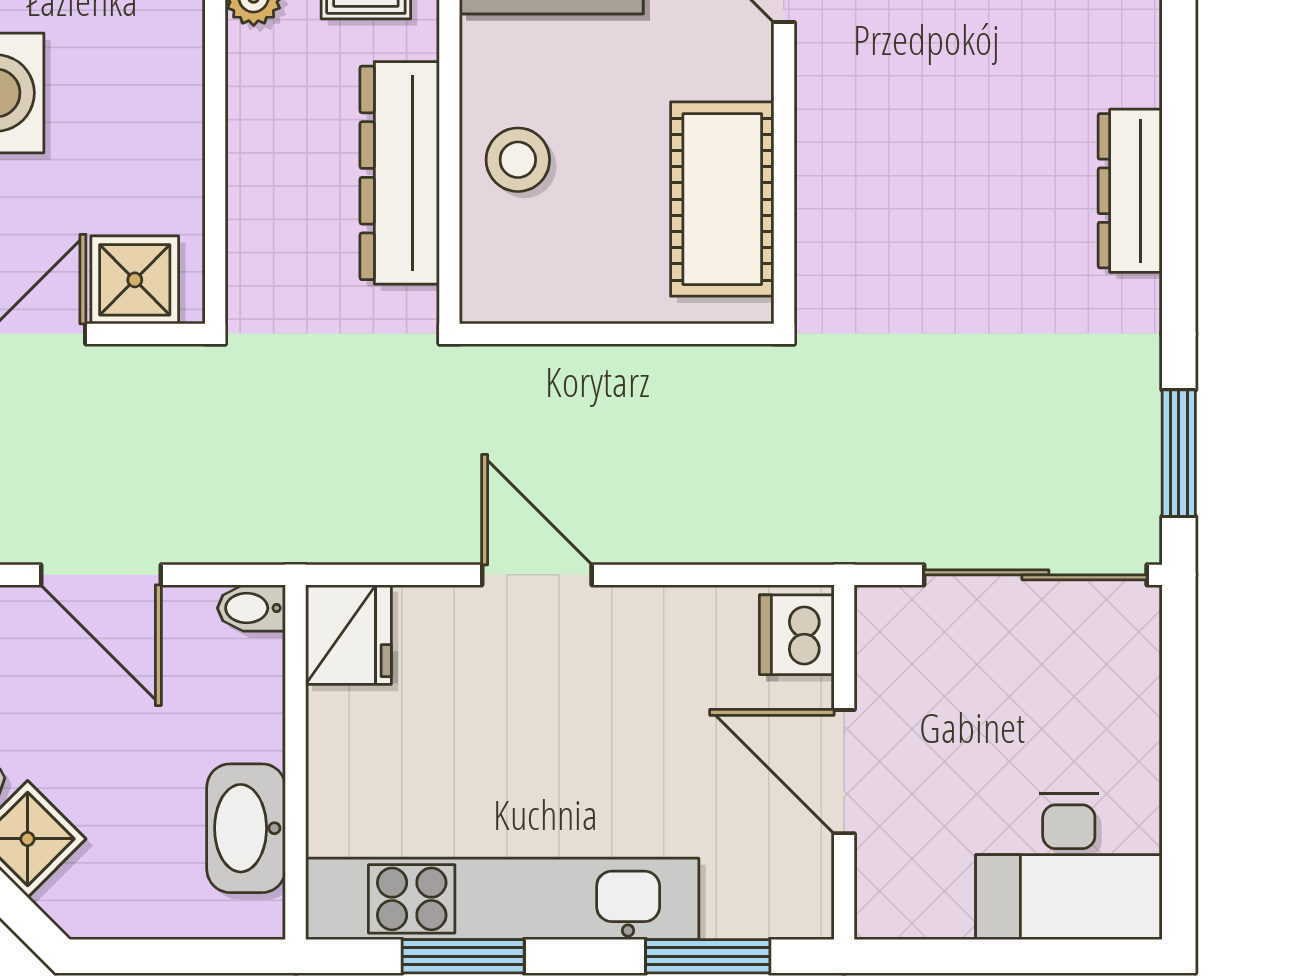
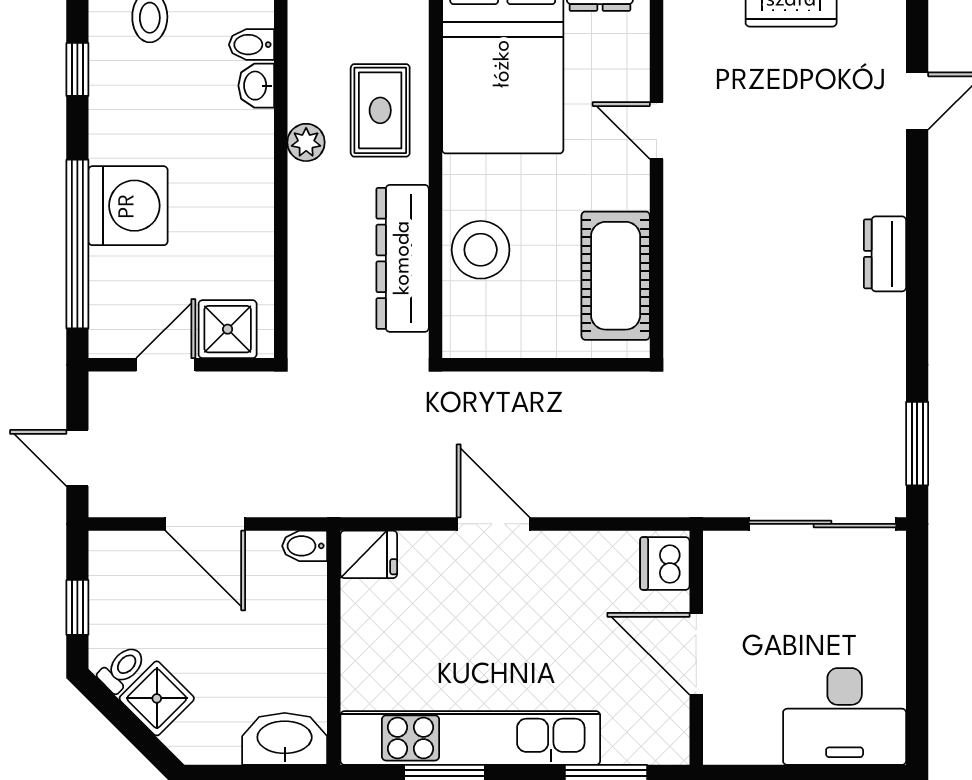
stool: (518, 160) -> (481, 250), width x1.38, depth x1.38
dresser: (1130, 191) -> (885, 254), width x0.70
fridge: (348, 635) -> (369, 554), width x0.72
washbasin: (246, 828) -> (285, 739), moved, turned 90

